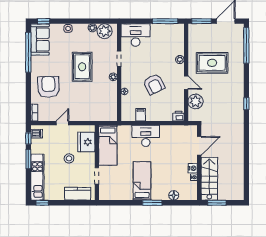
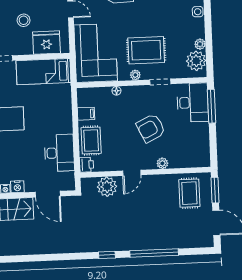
window: (165, 21) -> (211, 106), moved
window: (246, 45) -> (154, 253), moved
rug: (212, 63) -> (189, 193), moved, width x0.73, depth x0.70
rug: (82, 67) -> (146, 50), moved
armchair: (154, 84) -> (151, 128), moved
corner sofa: (96, 106) -> (96, 53), added
rug: (161, 112) -> (91, 140), added
desk: (146, 136) -> (59, 153), moved

